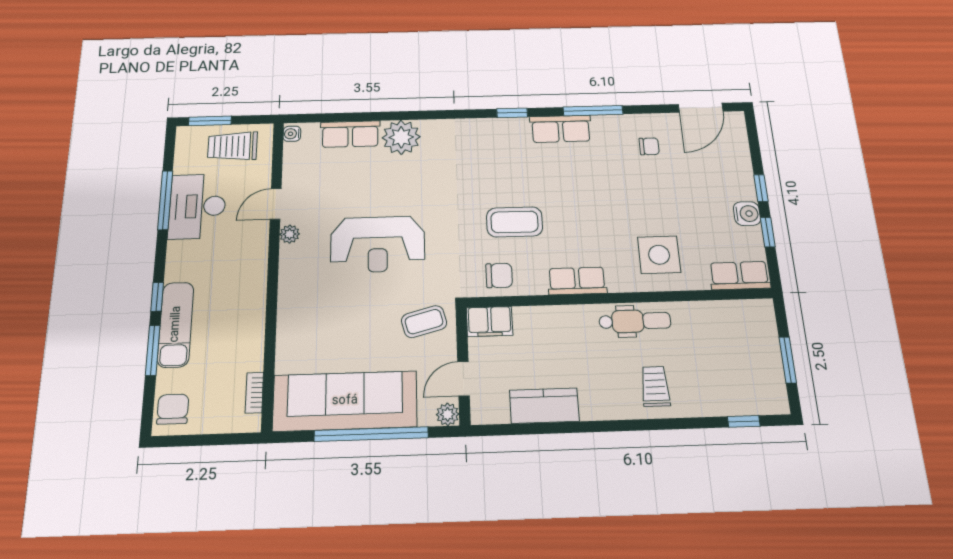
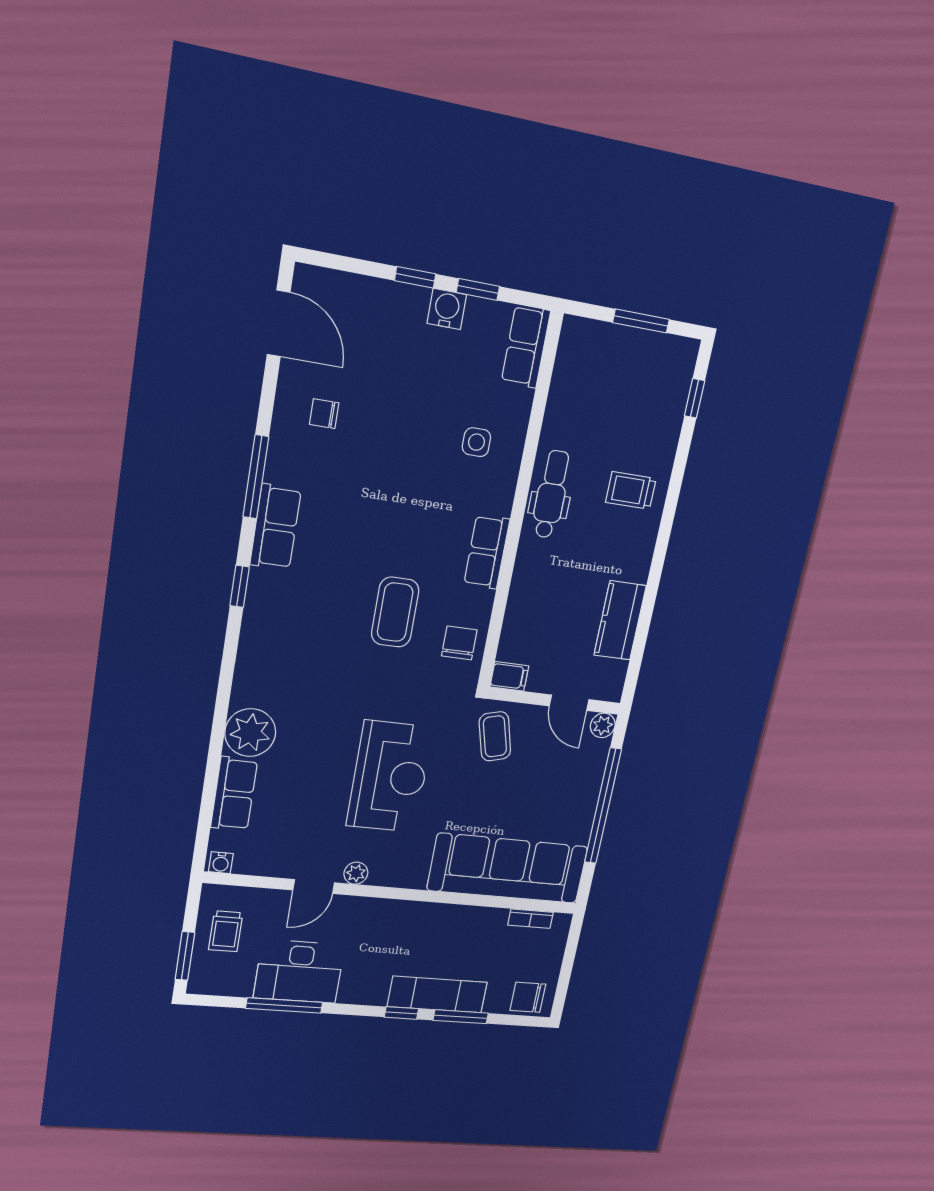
trolley: (233, 146) -> (226, 931), width x0.73, depth x0.72
chair: (649, 146) -> (324, 414), turned -90
door: (276, 204) -> (314, 886), hinge flipped
side table: (659, 255) -> (476, 442), width x0.54, depth x0.54
filing cabinet: (489, 322) -> (509, 676), width x0.50
sofa: (345, 401) -> (508, 868), moved, turned 90

